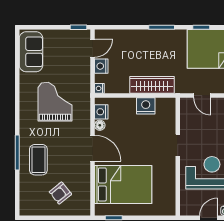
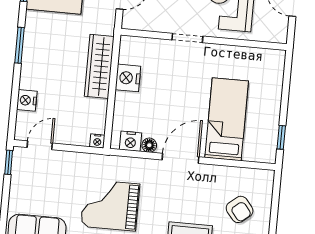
door: (93, 48) -> (40, 145), hinge flipped
nightstand: (101, 66) -> (27, 100), moved, turned 90
bed: (123, 184) -> (227, 119), width x0.67

